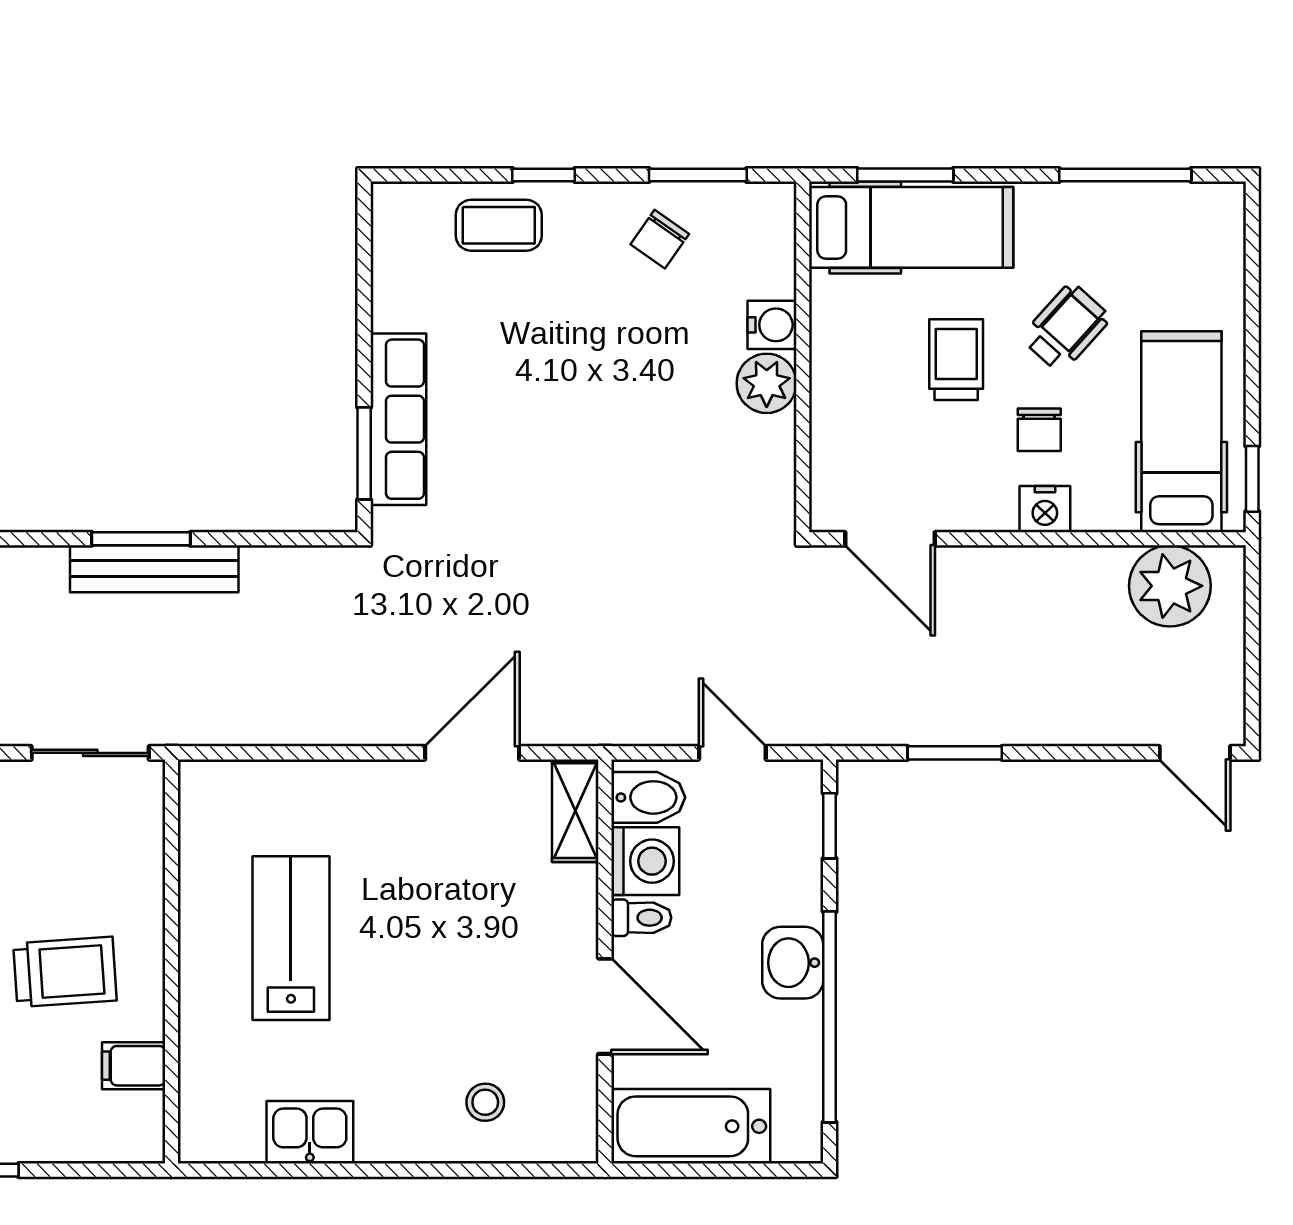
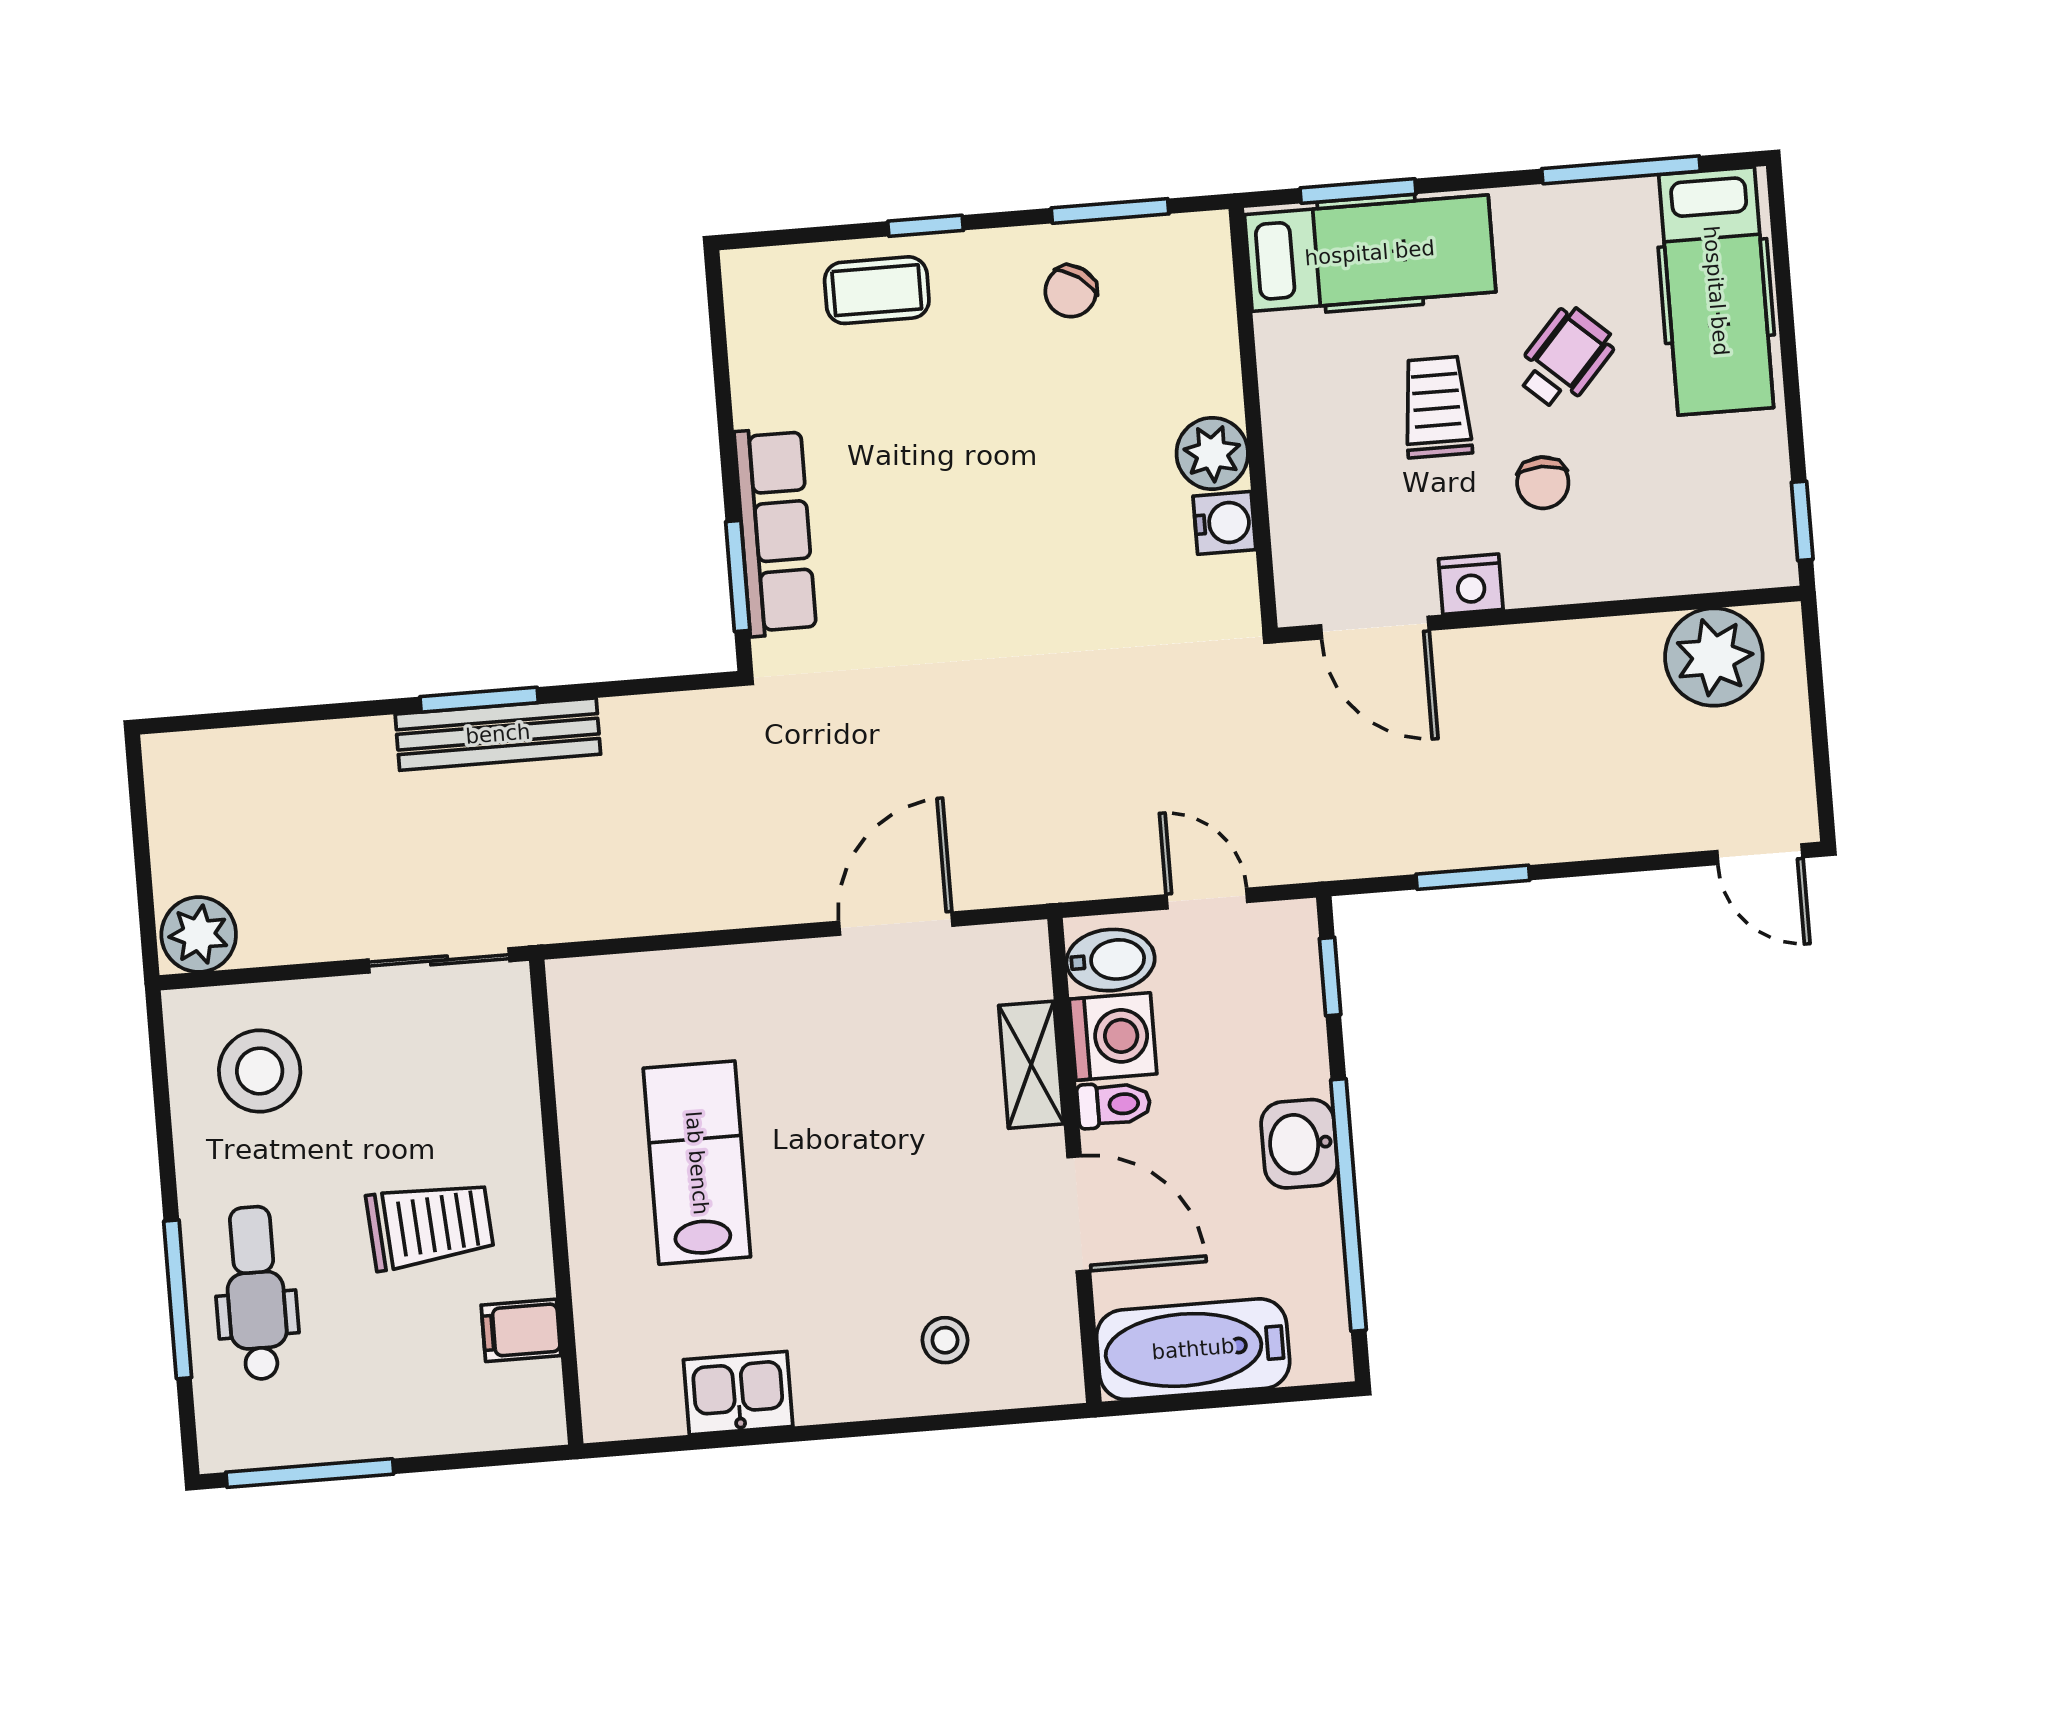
water cooler: (772, 325) -> (1224, 523), moved
hospital bed: (1181, 432) -> (1716, 291), moved, turned 180
nightstand: (1045, 509) -> (1471, 584), moved
shelving: (575, 811) -> (1031, 1065), moved

